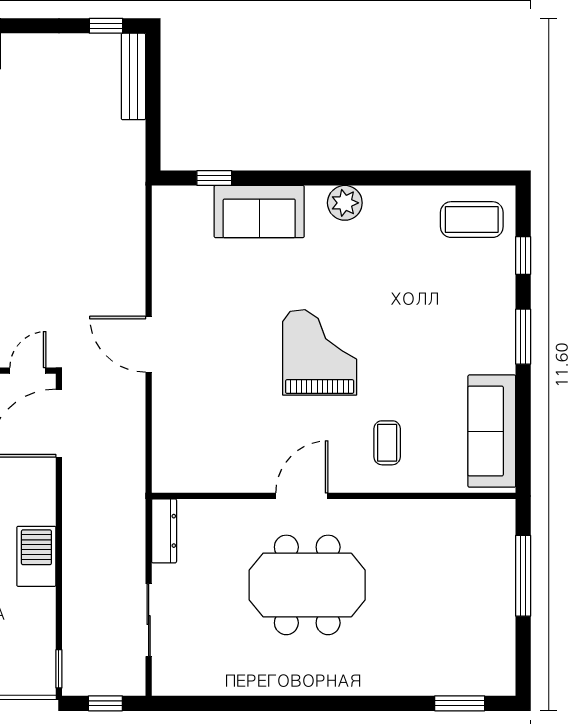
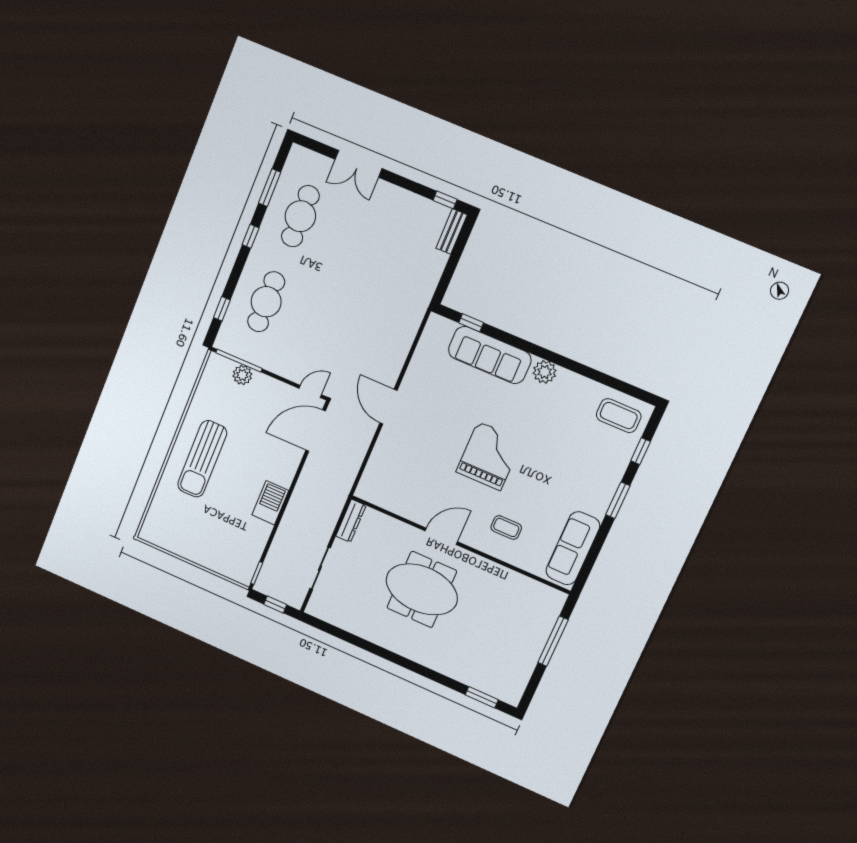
bench: (133, 76) -> (452, 232), width x0.73
sofa: (259, 212) -> (490, 355), width x1.36
coffee table: (387, 443) -> (506, 527), turned 90

